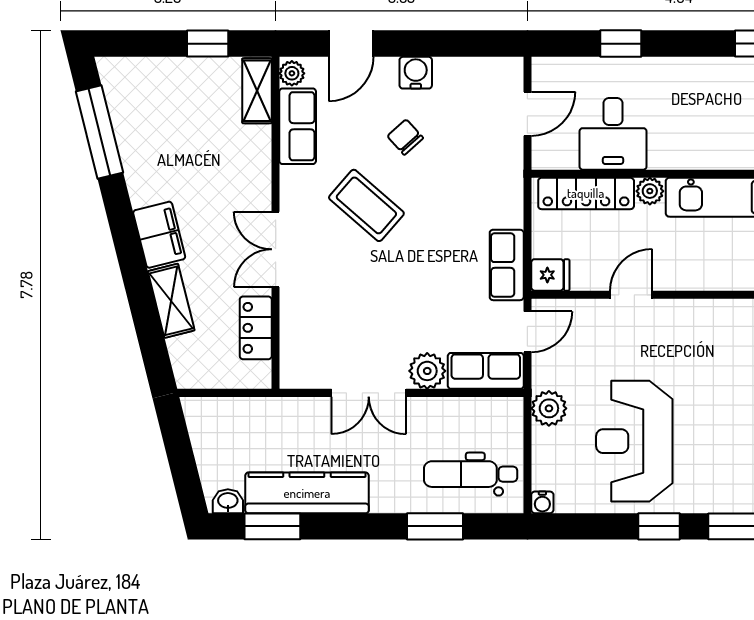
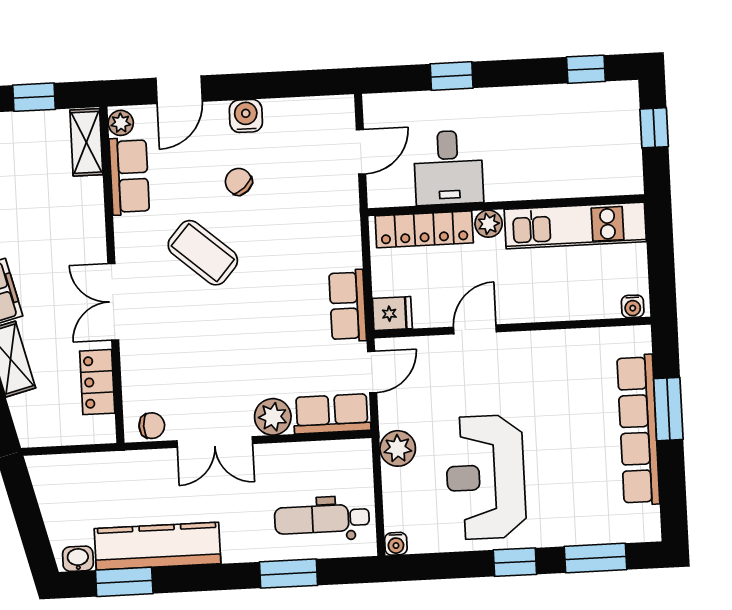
chair: (307, 374) -> (152, 426), added

